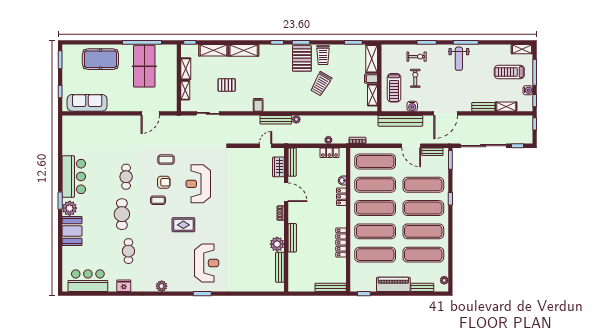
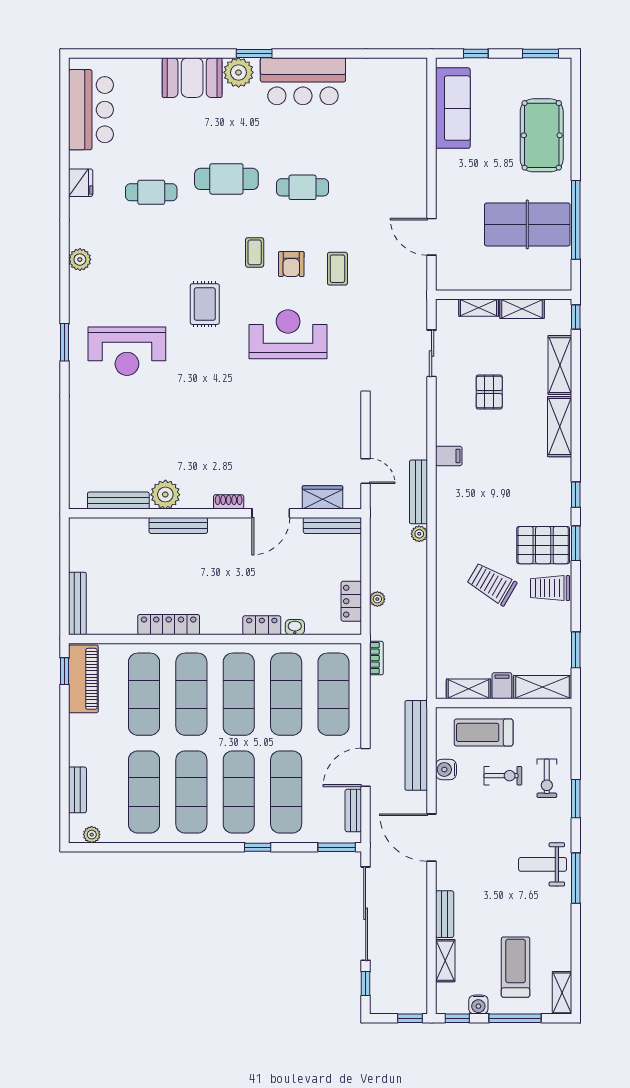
piano: (393, 284) -> (83, 679), moved

